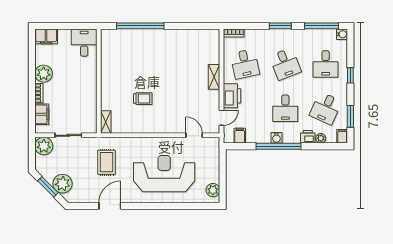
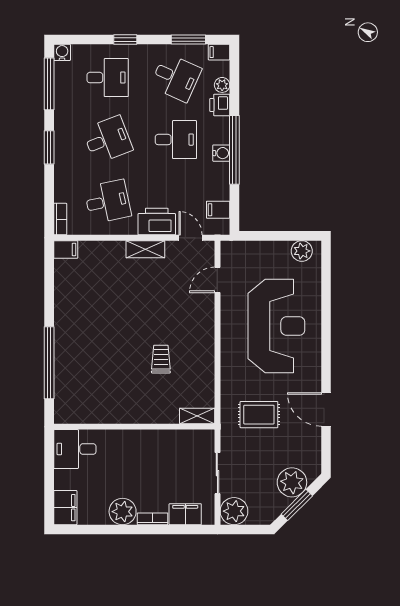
filing cabinet: (214, 37) -> (66, 249), added
shelving: (214, 77) -> (145, 249), moved
reception desk: (164, 174) -> (276, 326), turned 180

